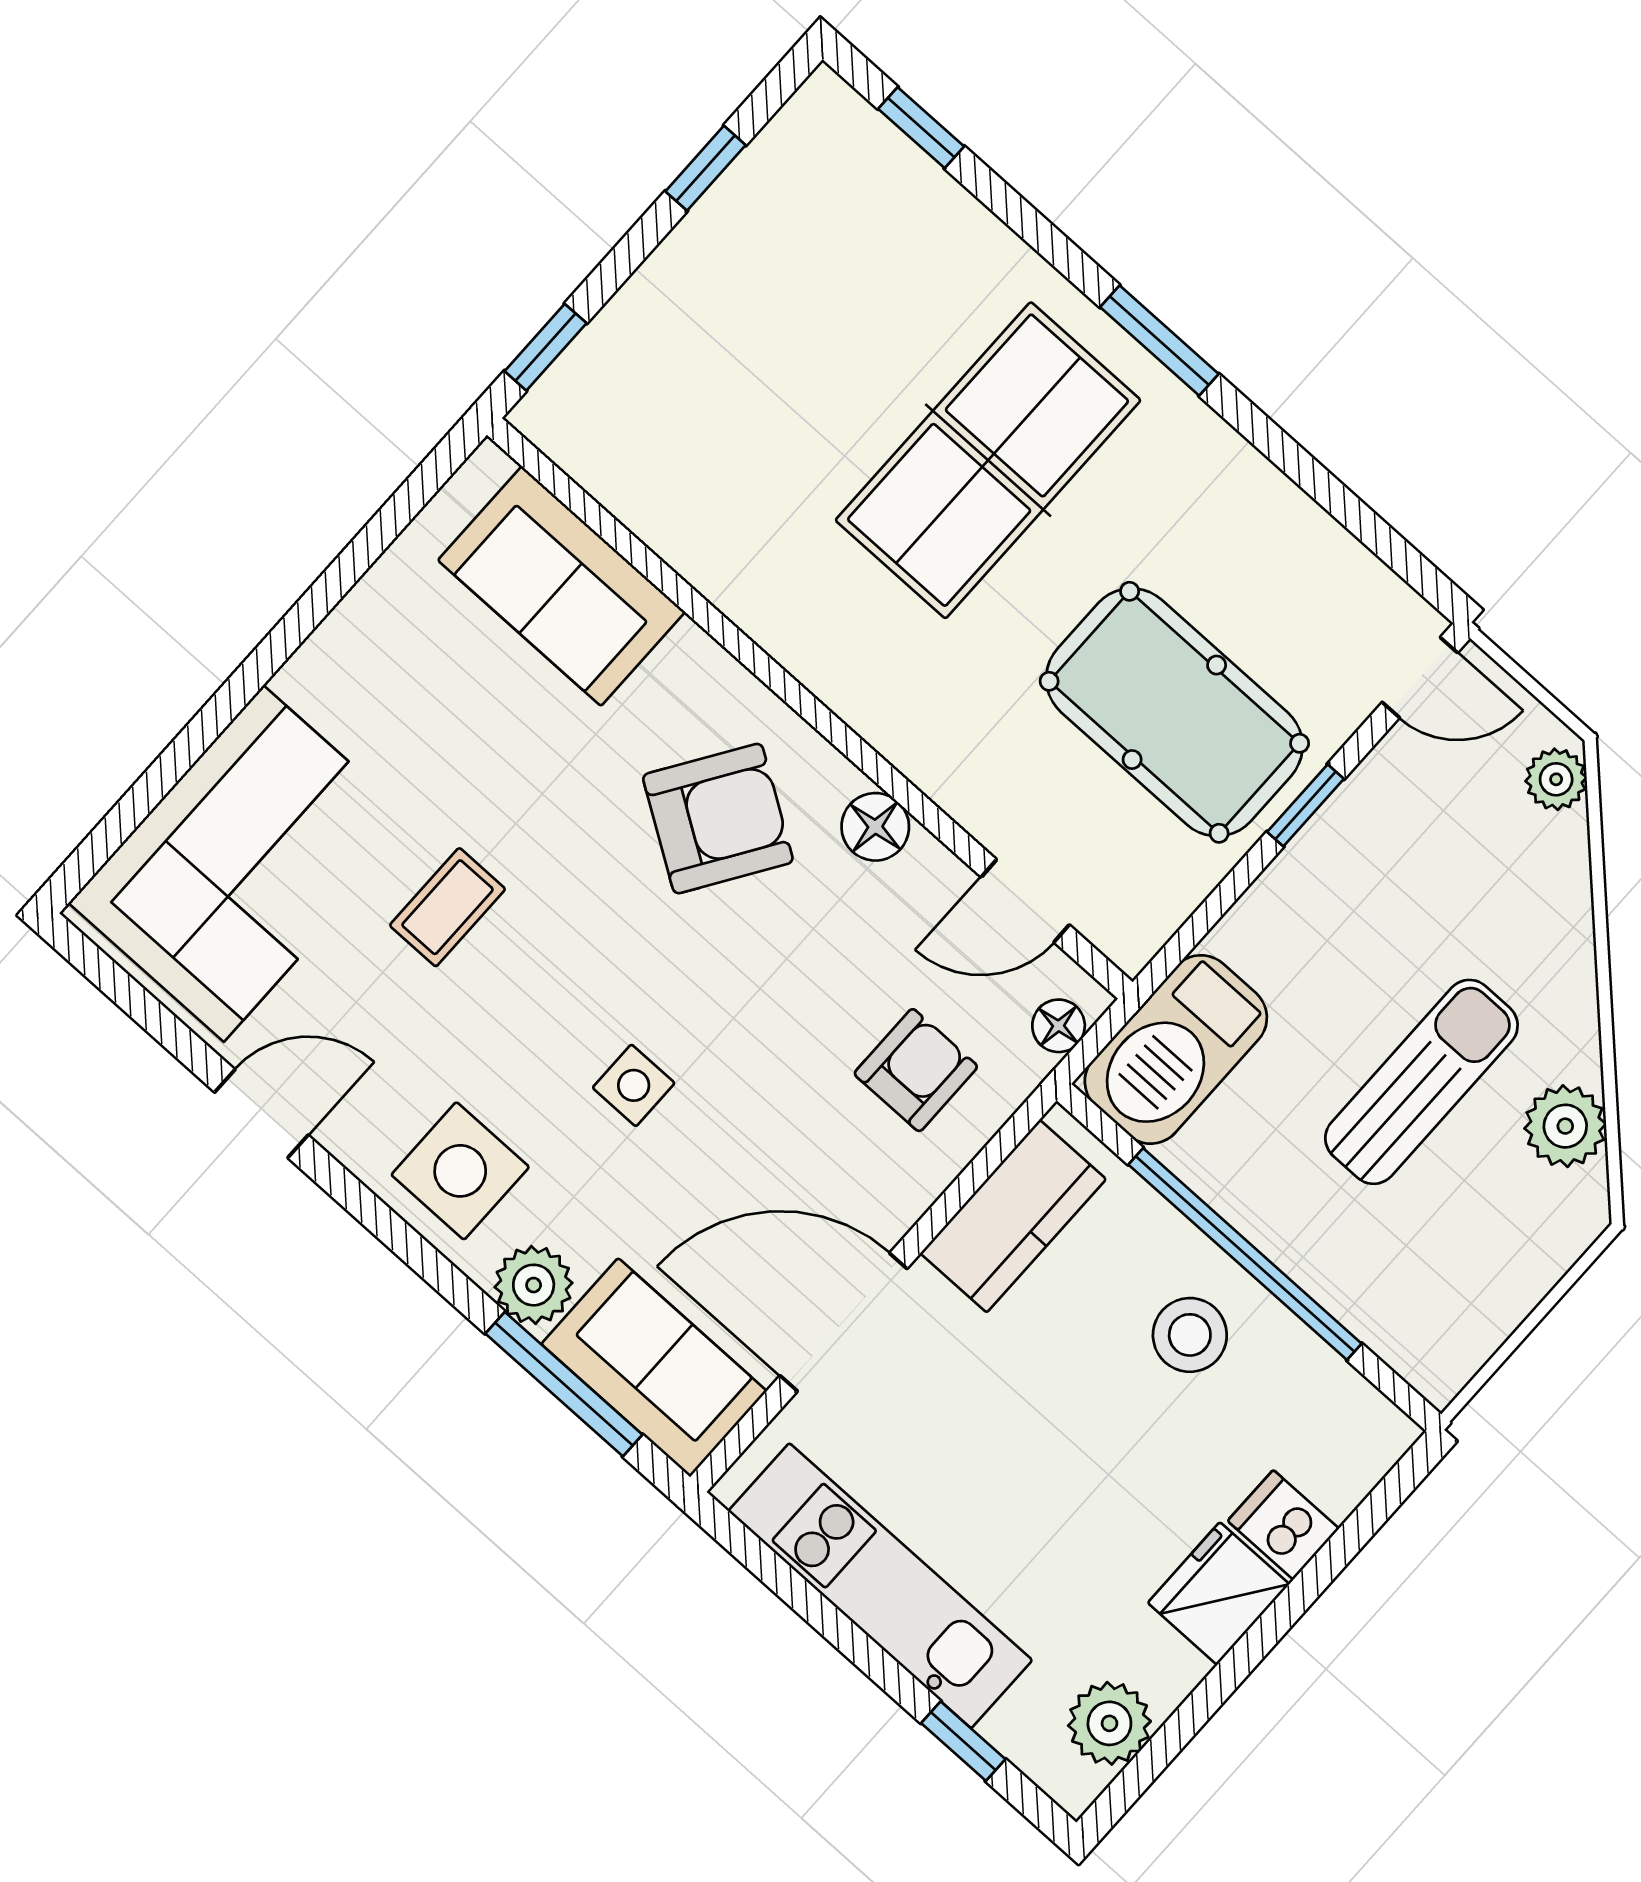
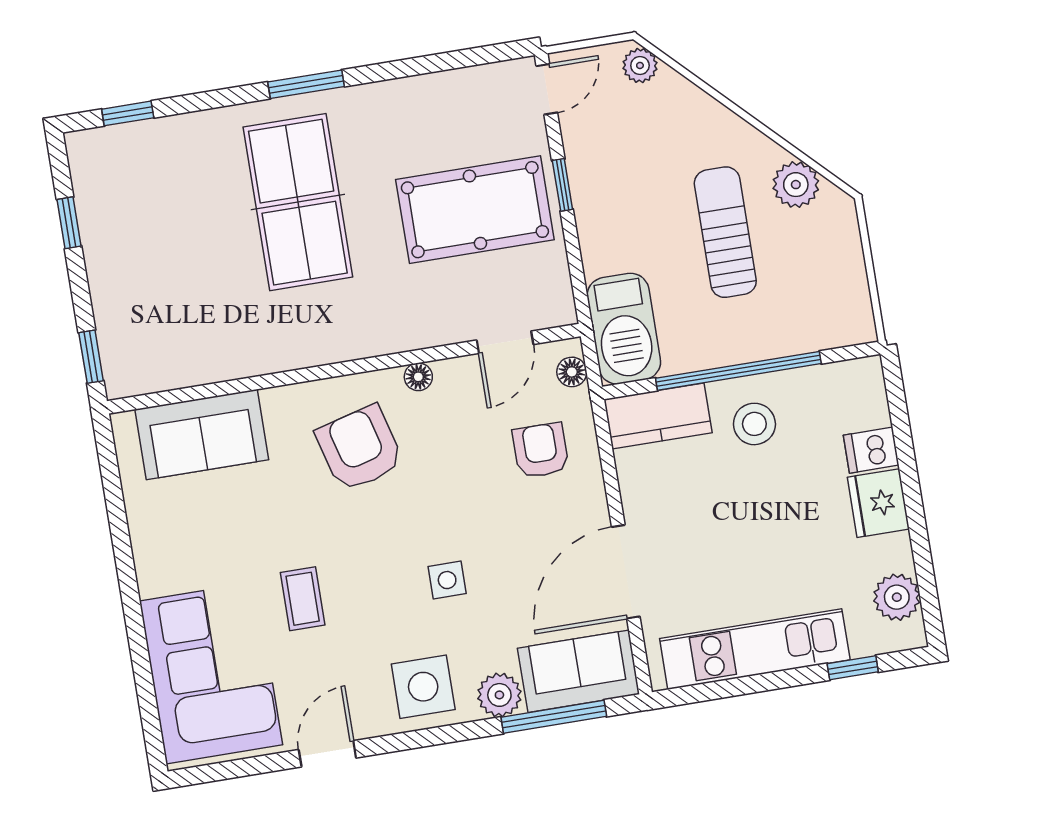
armchair: (718, 819) -> (360, 448), turned -48
floor lamp: (875, 827) -> (418, 377), width x0.73, depth x0.73
kitchen counter: (1013, 1216) -> (658, 416), moved, turned 90

